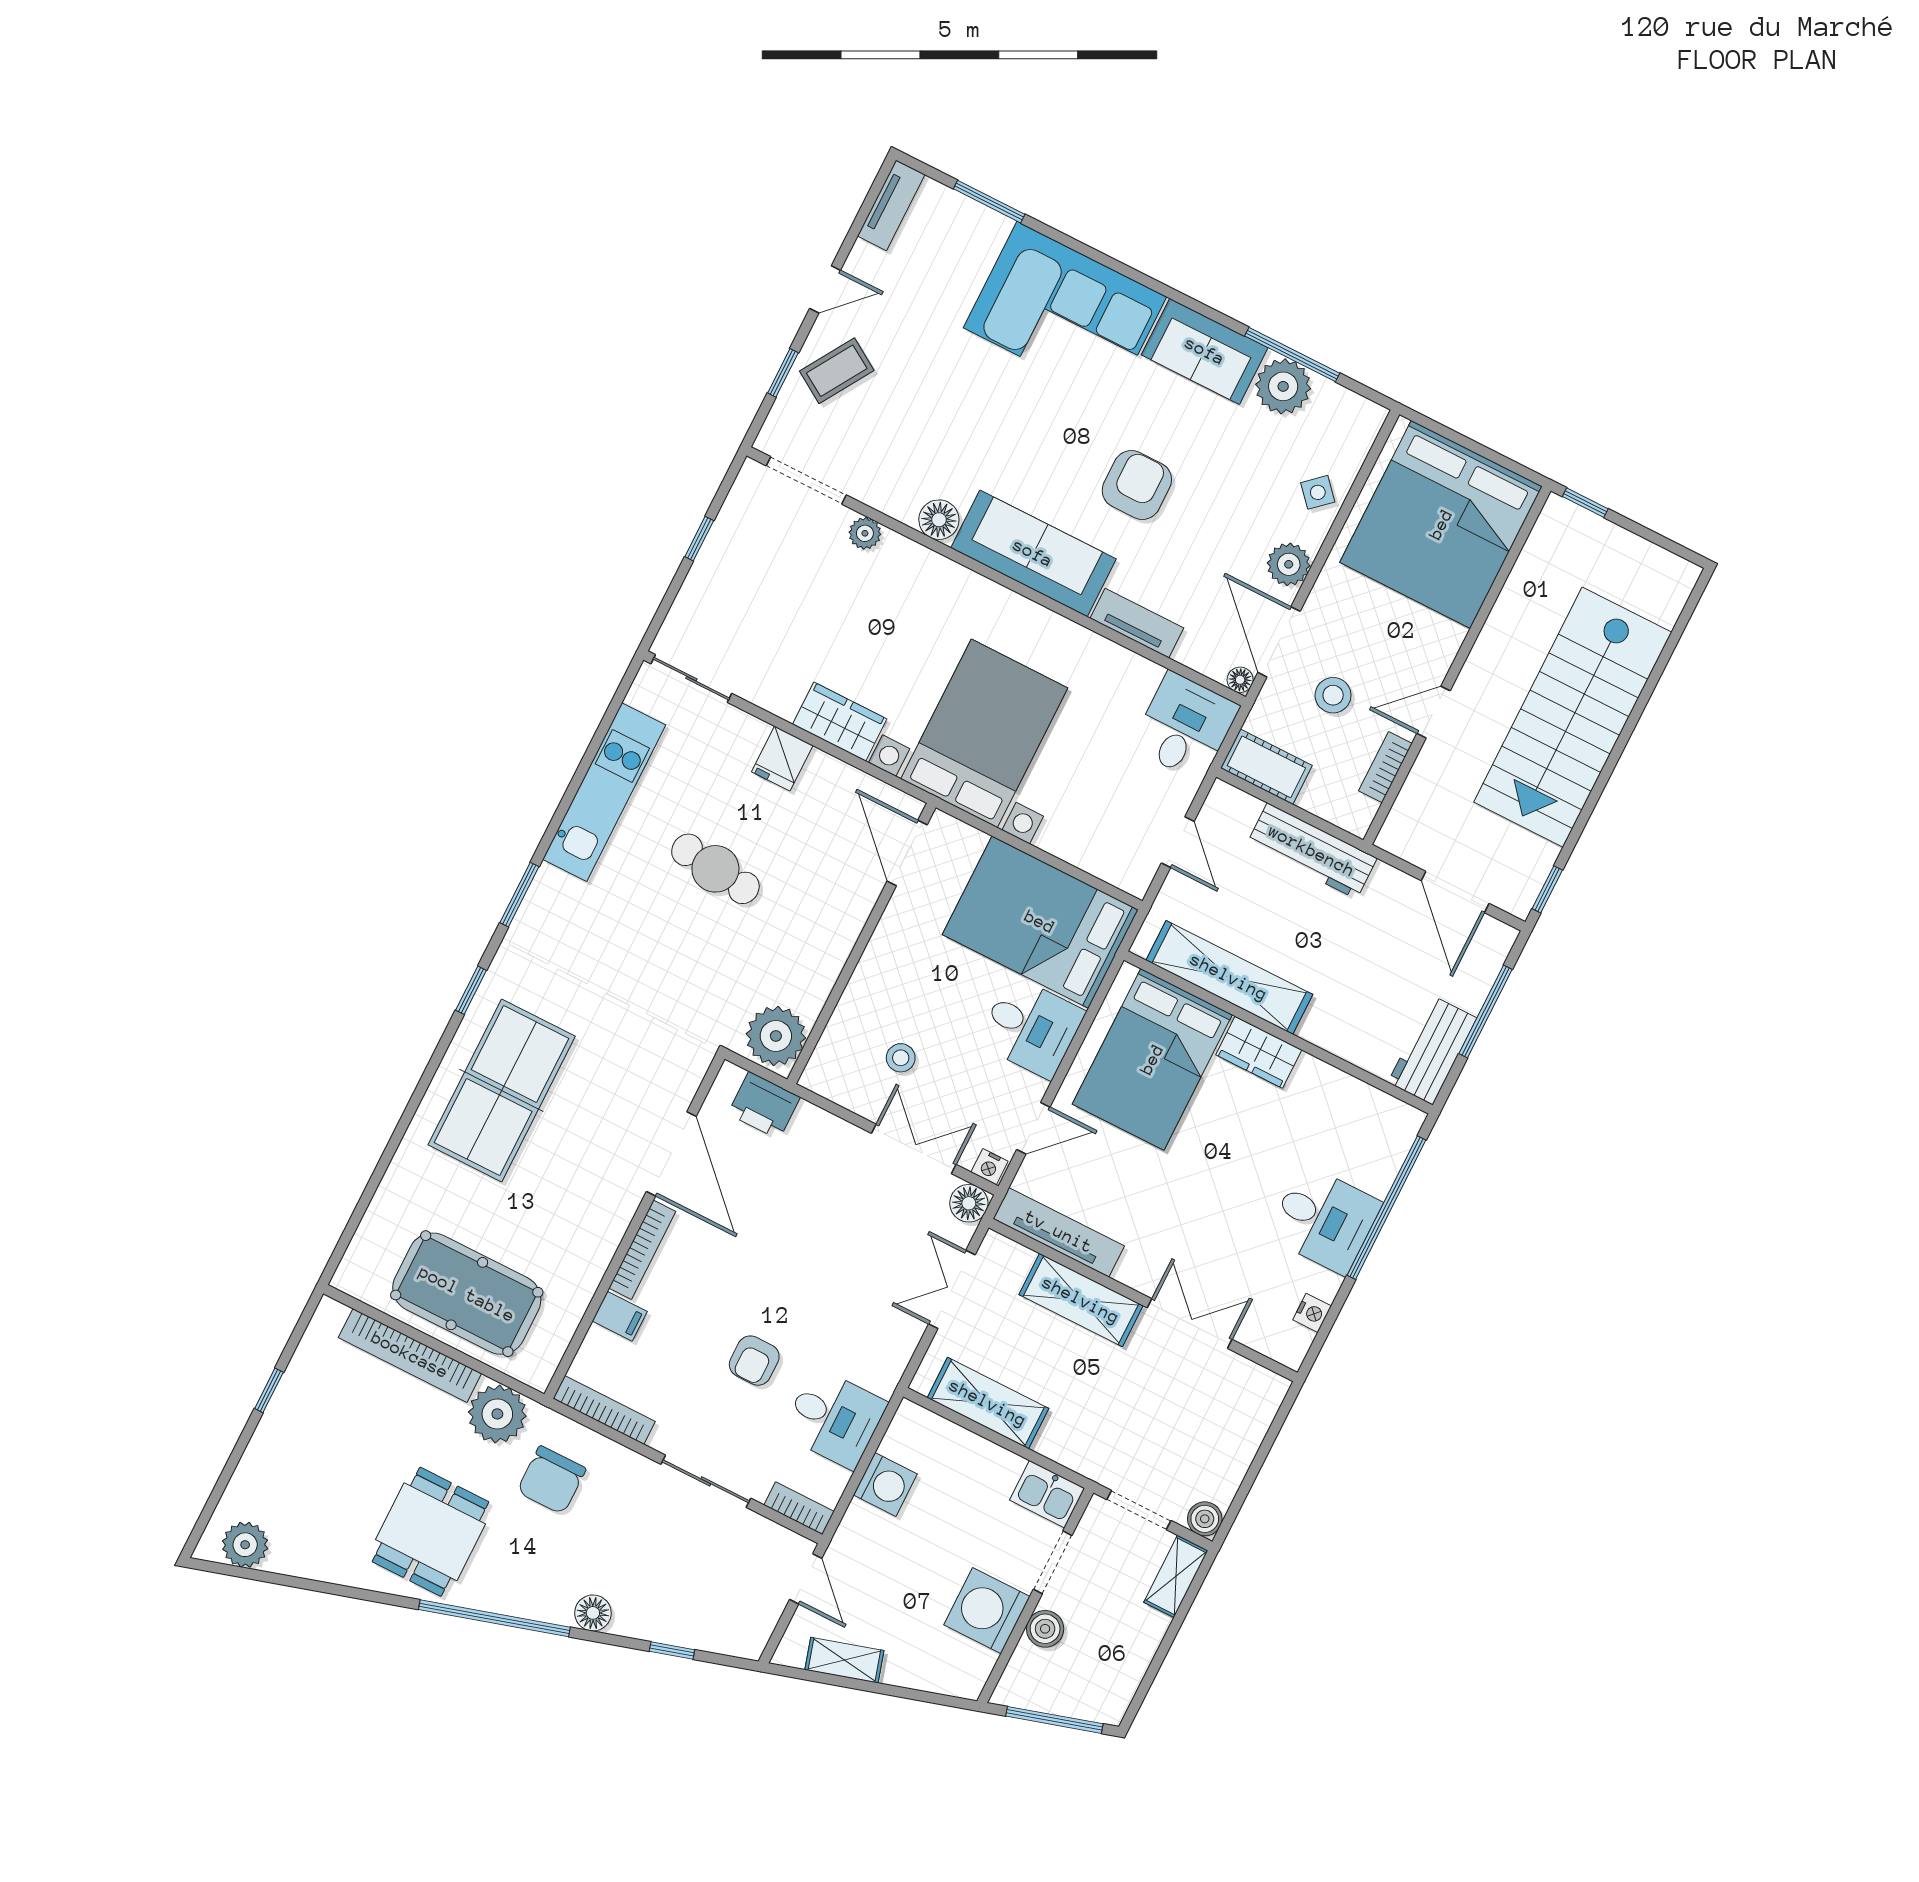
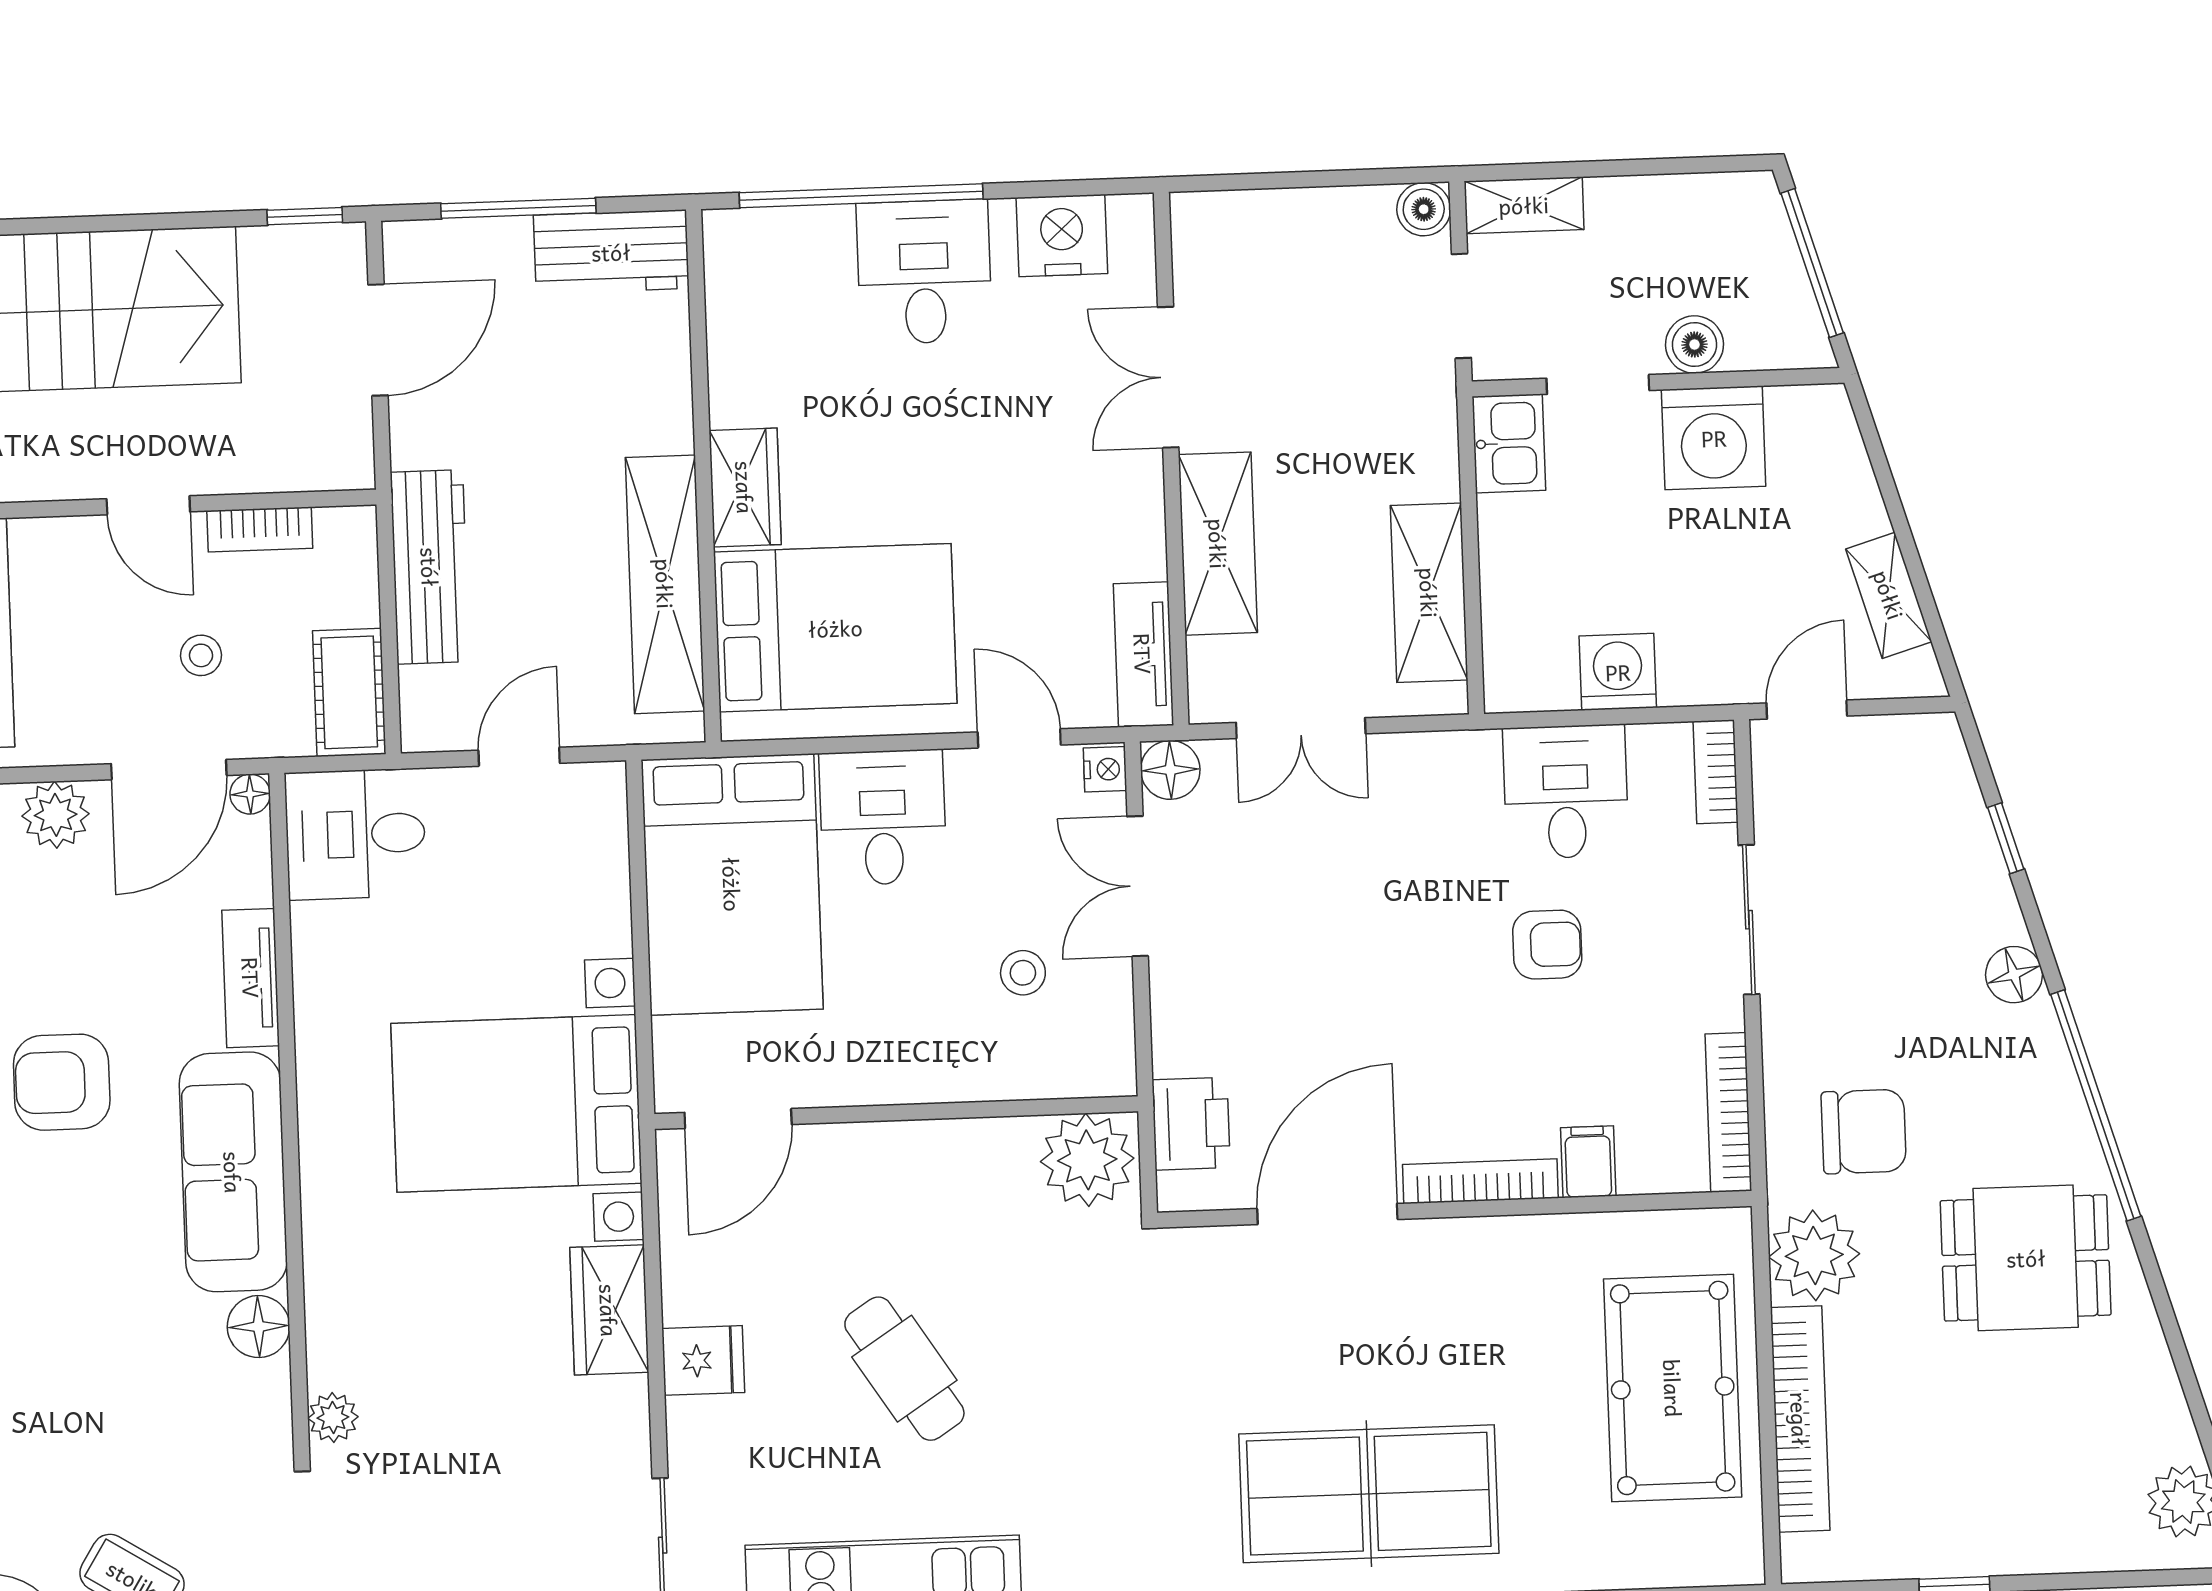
stool: (1333, 695) -> (201, 655), width x0.73, depth x0.73
cafe table: (715, 869) -> (904, 1369), turned -40
tv unit: (1059, 1232) -> (1143, 654), width x0.71
nightstand: (1312, 1313) -> (1062, 235), width x1.89, depth x1.79

